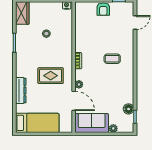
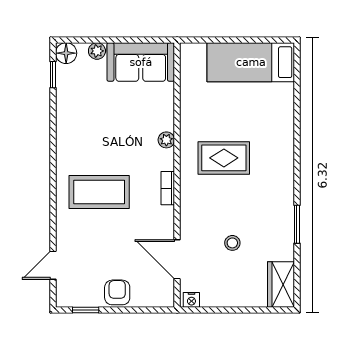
coffee table: (112, 59) -> (99, 192), width x1.86, depth x1.72
dresser: (21, 91) -> (284, 128), removed
door: (74, 101) -> (177, 259), moved
floor lamp: (129, 109) -> (66, 53), moved

